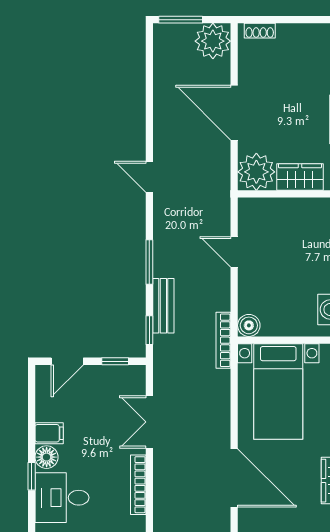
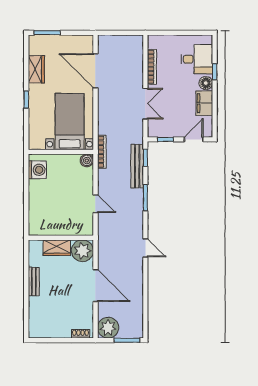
bench: (163, 306) -> (137, 166), width x1.36
filing cabinet: (49, 433) -> (204, 103), width x2.00

